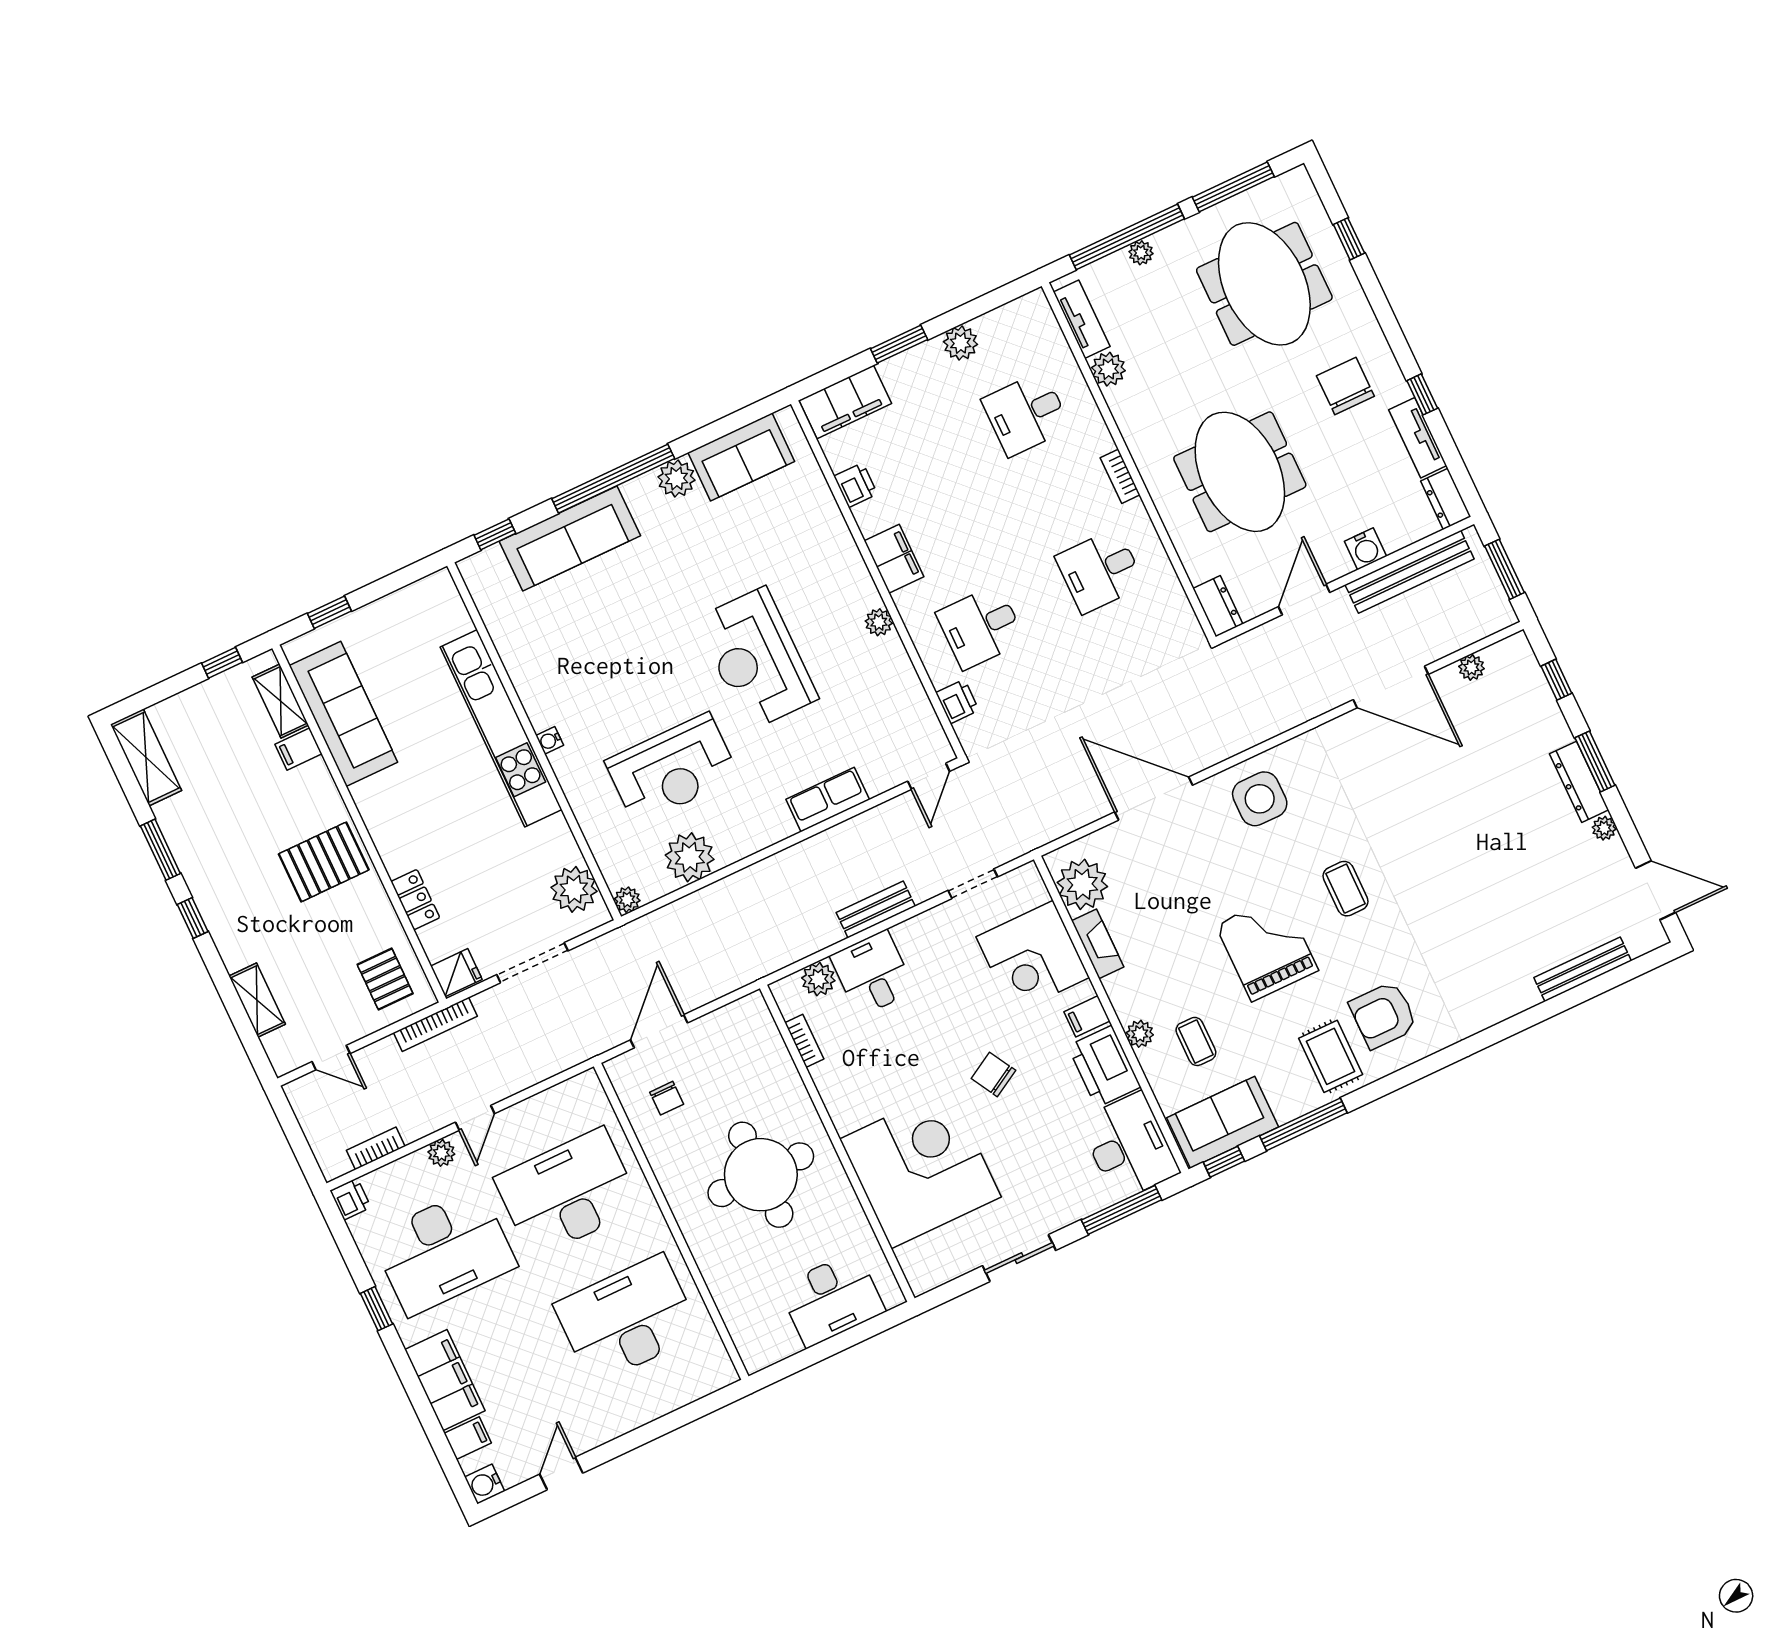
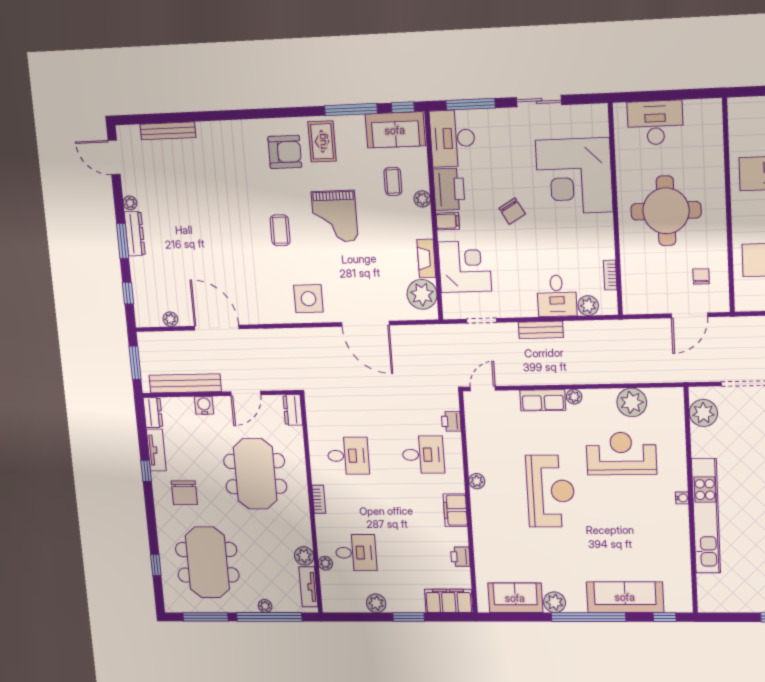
plant: (1069, 373) -> (325, 563), added
plant: (627, 900) -> (574, 397), moved

